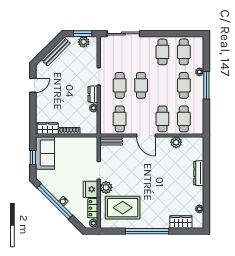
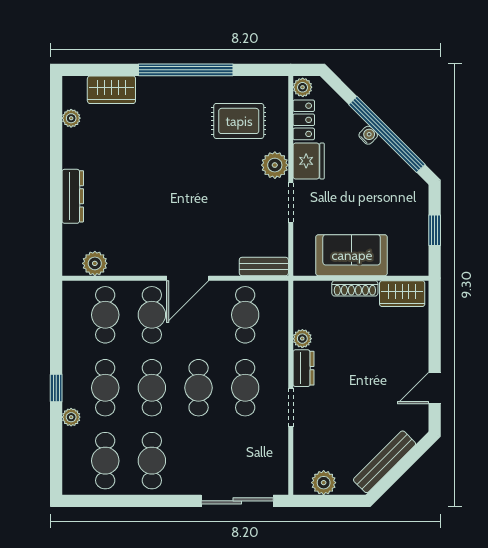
window: (83, 34) -> (326, 501), removed
cafe table: (162, 85) -> (152, 388), added
window: (206, 85) -> (56, 388), width x0.46
door: (146, 136) -> (188, 278), swing flipped
plant: (176, 142) -> (95, 263), moved
sofa: (45, 153) -> (352, 255), moved, turned 90
rug: (123, 208) -> (239, 121), width x0.73, depth x0.70

